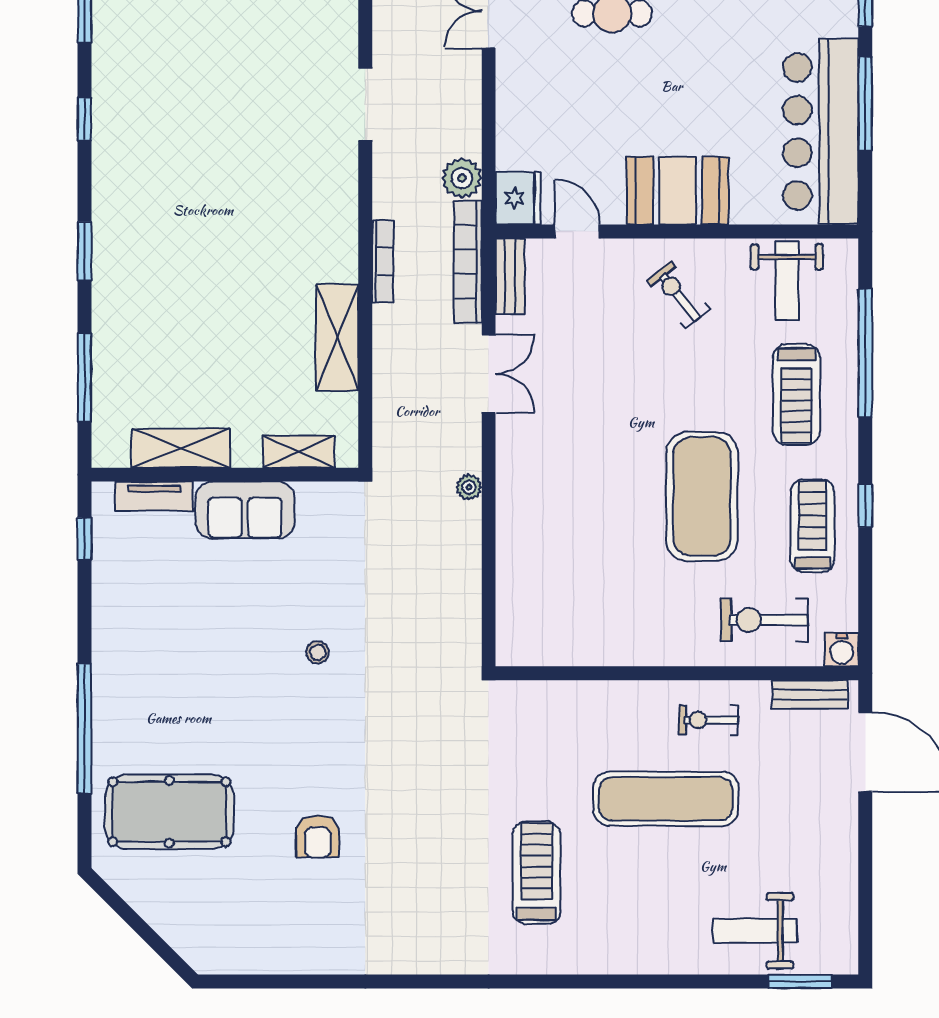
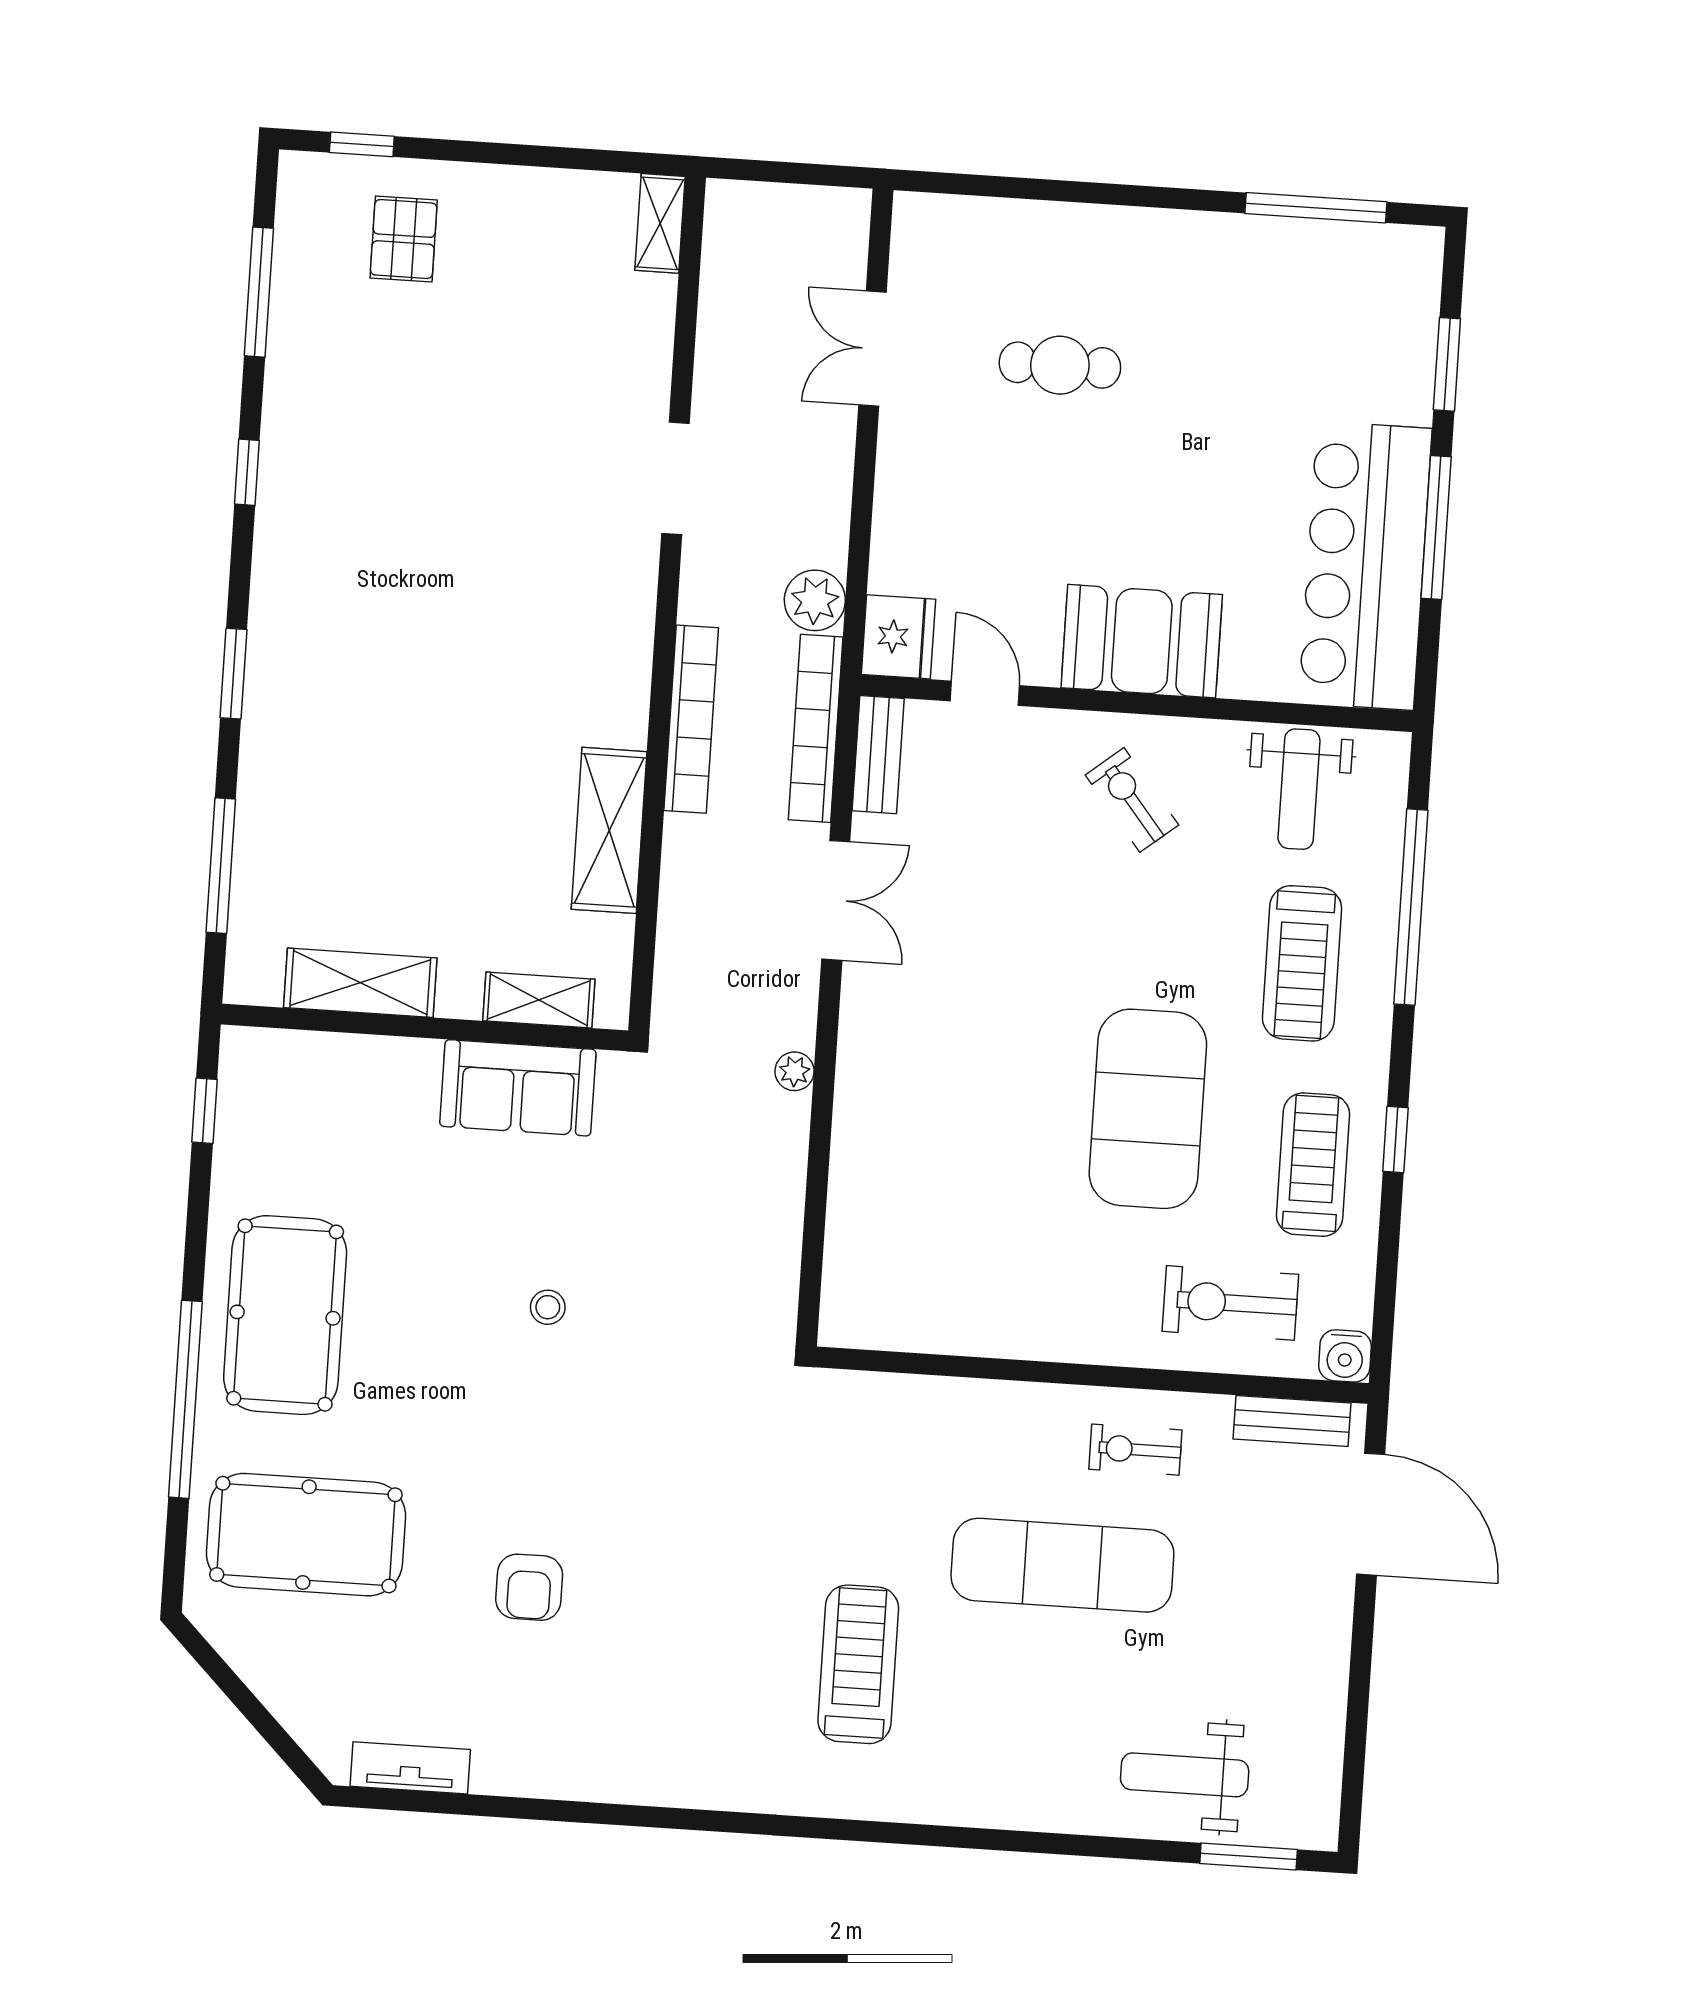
bookcase: (383, 261) -> (691, 719), width x1.48, depth x1.31
tv unit: (154, 496) -> (410, 1768), moved, turned 180
sofa: (245, 510) -> (518, 1088), moved
pool table: (146, 669) -> (285, 1315), added

